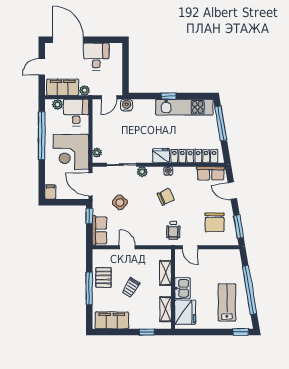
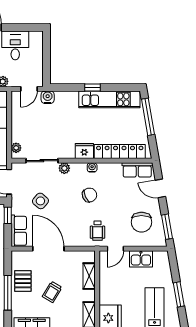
door: (127, 247) -> (48, 249), width x1.88
door: (190, 247) -> (115, 249), hinge flipped
kitchen sink: (183, 288) -> (141, 259), moved, turned 90
window: (250, 290) -> (179, 294), width x0.47

